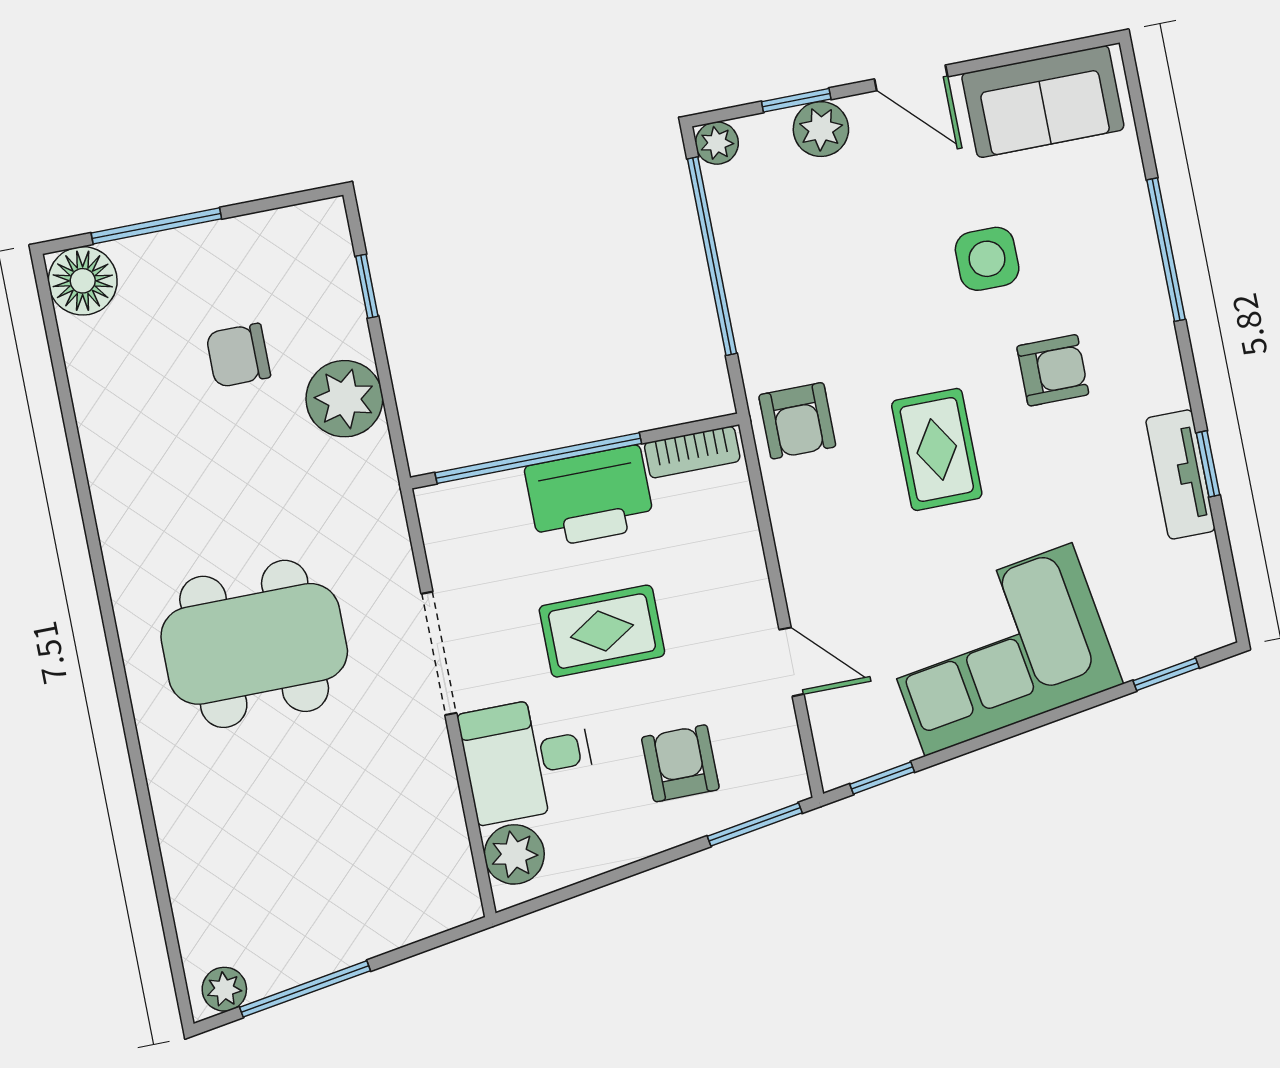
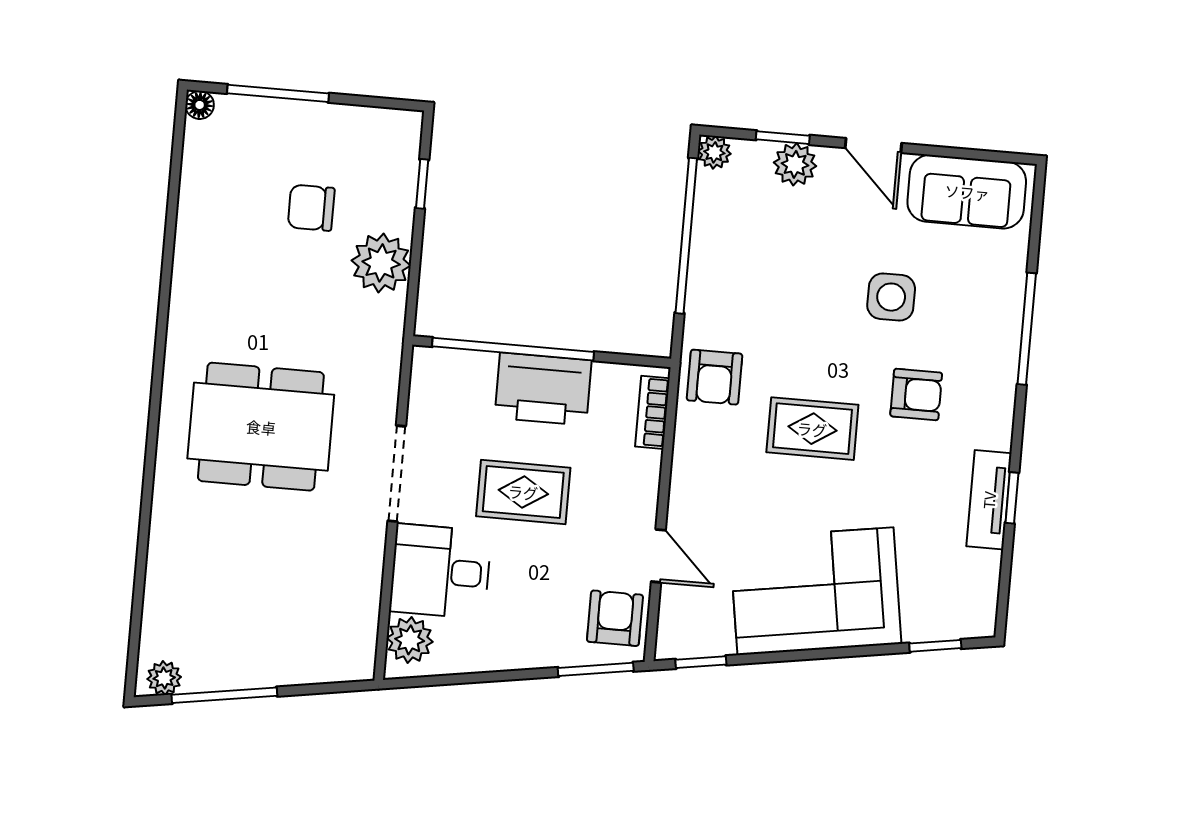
floor lamp: (83, 281) -> (200, 105), width x0.53, depth x0.53
rug: (937, 449) -> (812, 429), turned 90
bookcase: (692, 452) -> (652, 412), moved, turned 90
armchair: (680, 763) -> (615, 618), moved

